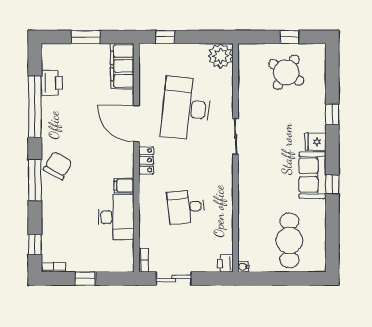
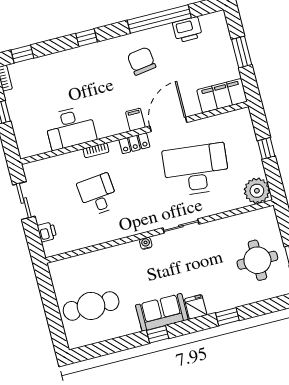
window: (165, 37) -> (266, 148), moved
round table: (286, 72) -> (257, 260), turned -33
chair: (58, 166) -> (142, 61), moved, turned -127
window: (35, 180) -> (86, 38), width x0.46
filing cabinet: (124, 186) -> (135, 120), moved
bookcase: (144, 260) -> (96, 150), moved
printer: (225, 263) -> (47, 232), moved, turned 90
water cooler: (243, 267) -> (146, 243), moved

